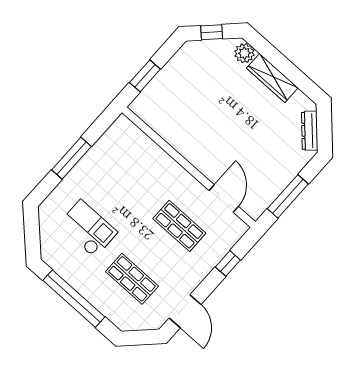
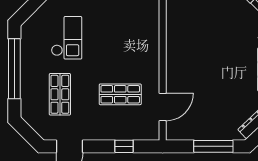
window: (288, 196) -> (213, 146), moved
shop shelf: (179, 226) -> (120, 94), turned 90

